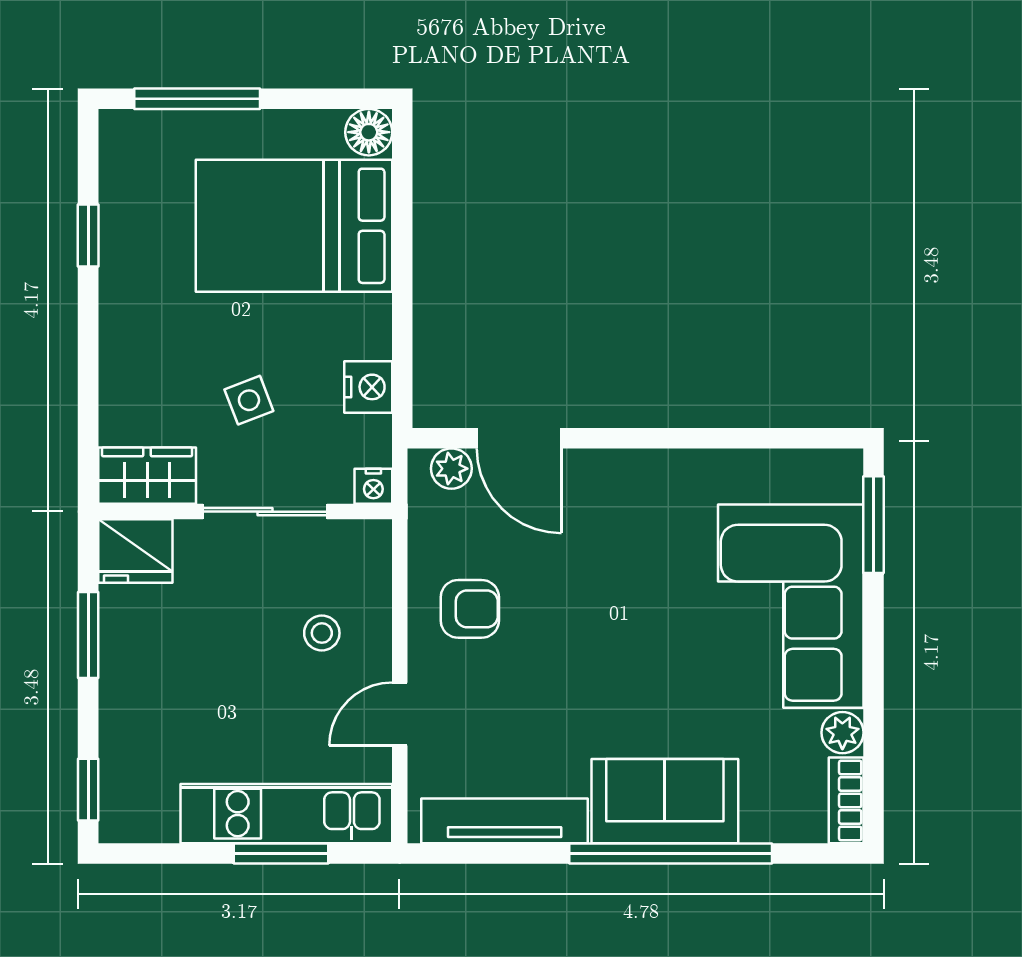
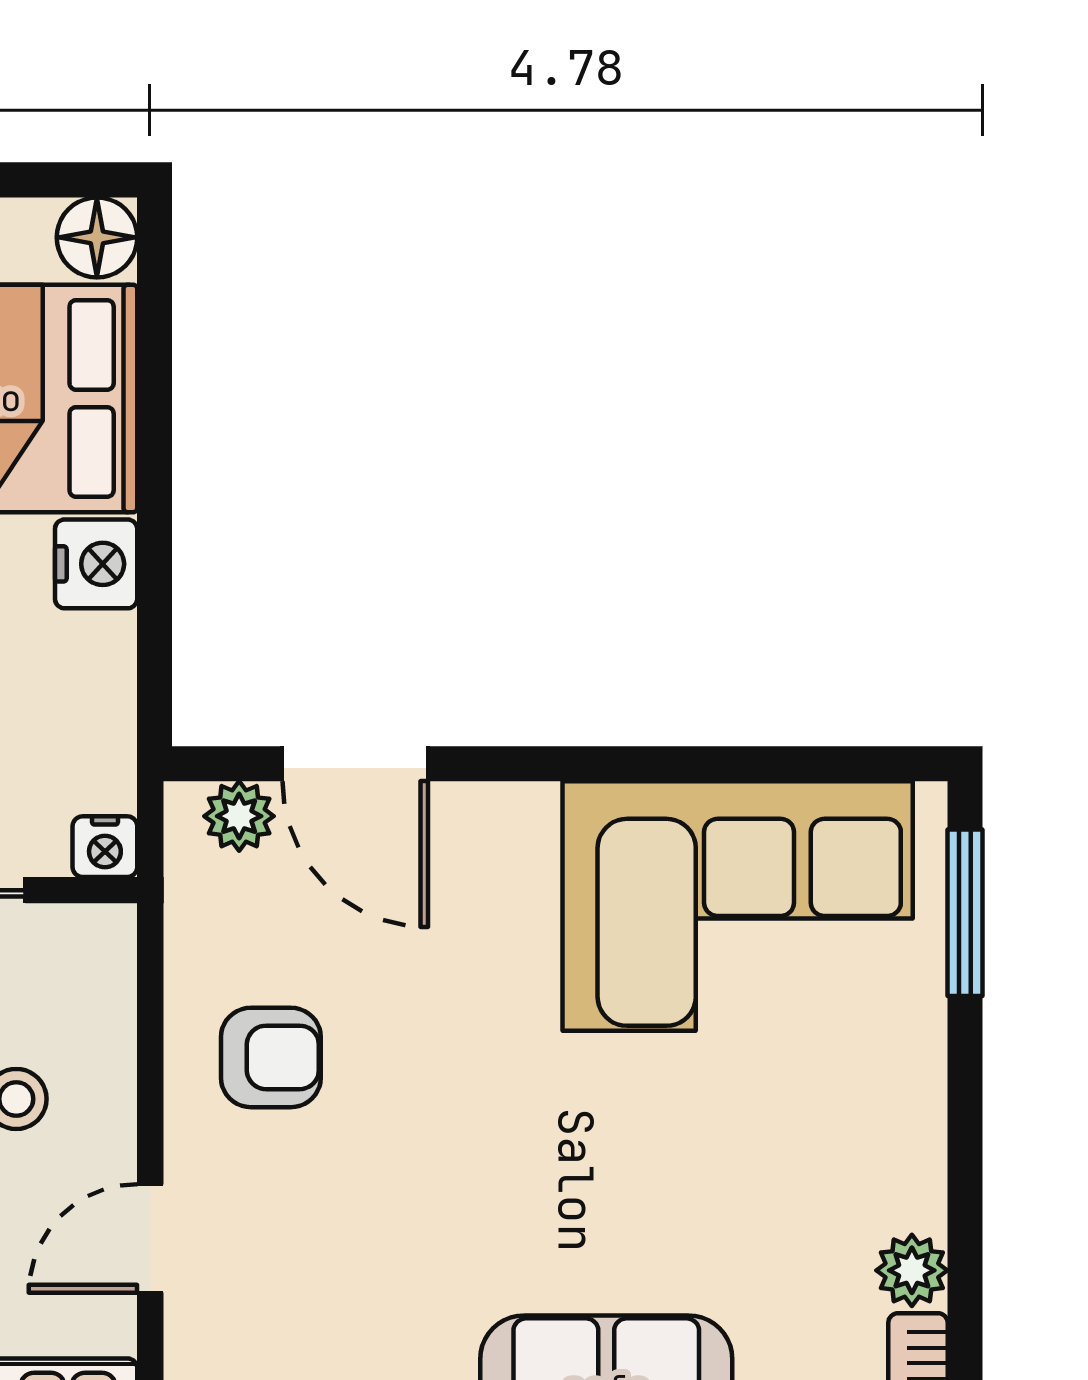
nightstand: (368, 387) -> (96, 564), moved
corner sofa: (791, 606) -> (738, 906), moved, turned -90

